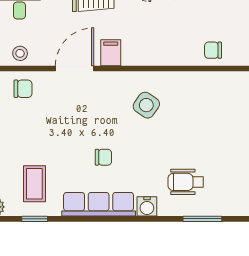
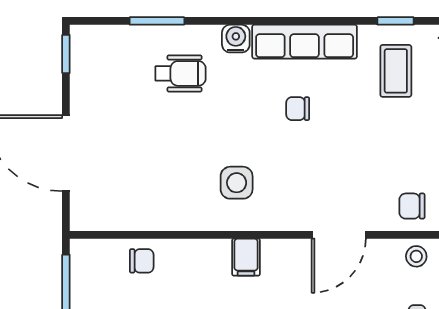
filing cabinet: (111, 53) -> (246, 257), moved
side table: (146, 105) -> (237, 183), turned -35

